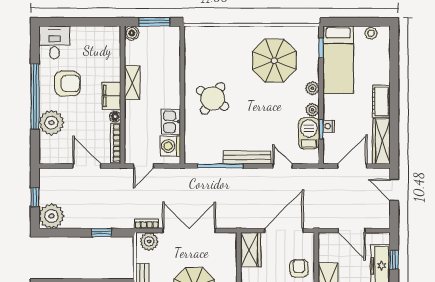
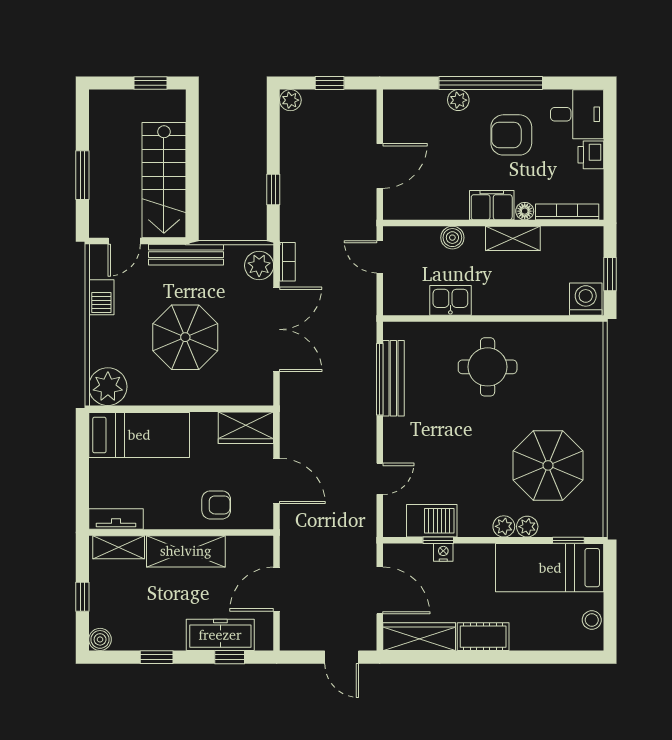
window: (154, 22) -> (610, 274), width x0.67
boiler: (132, 33) -> (452, 238), moved
printer: (80, 34) -> (591, 155), added
armchair: (67, 84) -> (511, 135), turned 90
round table: (213, 98) -> (488, 367), turned -34
plant: (313, 110) -> (527, 527), moved
floor lamp: (115, 117) -> (525, 211), moved
plant: (51, 123) -> (458, 100), width x0.53, depth x0.53
bookcase: (116, 143) -> (567, 212), moved
washing machine: (170, 146) -> (586, 299), moved
bench: (247, 157) -> (393, 378), moved
door: (394, 190) -> (342, 657), swing flipped
plant: (51, 216) -> (290, 100), width x0.53, depth x0.53
door: (284, 230) -> (277, 481), width x0.73

